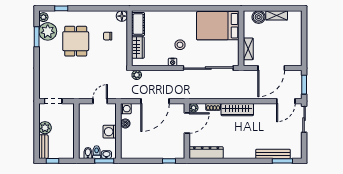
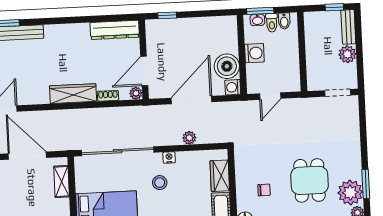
door: (271, 68) -> (27, 156), hinge flipped
plant: (137, 75) -> (189, 138), moved
boiler: (125, 123) -> (227, 66), width x1.86, depth x1.86

